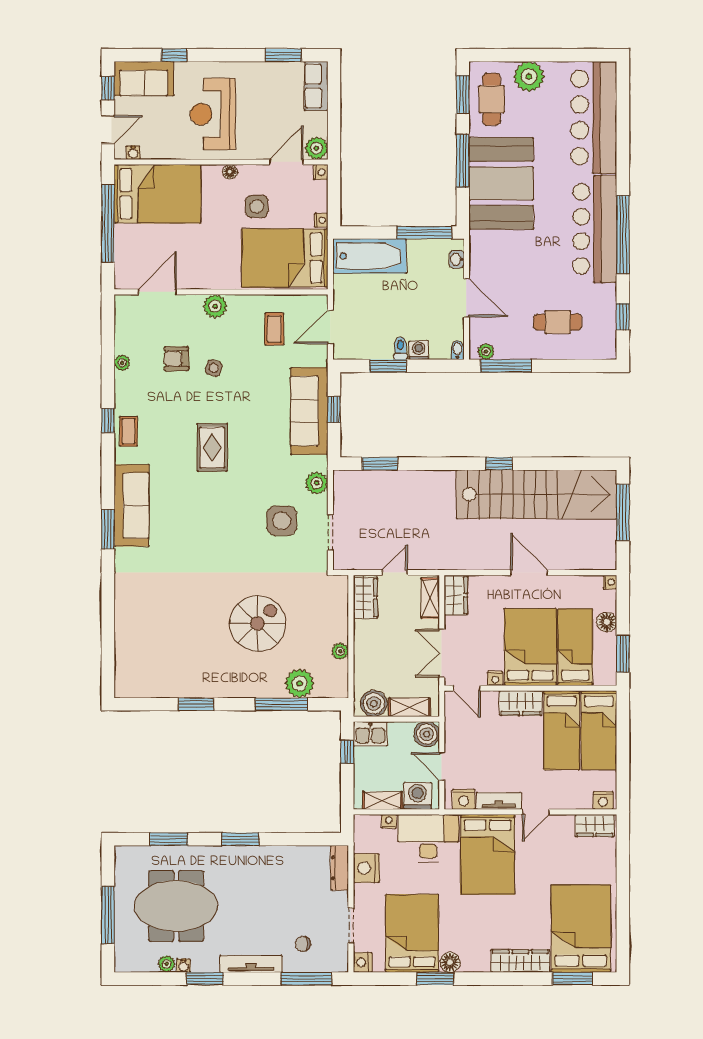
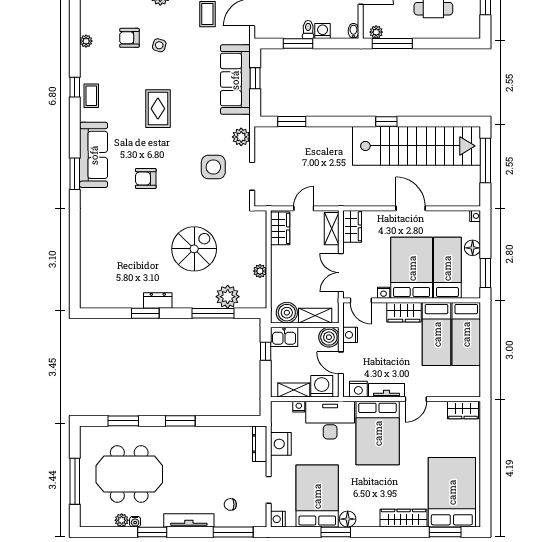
armchair: (197, 535) -> (146, 178), added
dresser: (212, 688) -> (158, 300), added
nightstand: (603, 800) -> (350, 335), moved, turned 90

